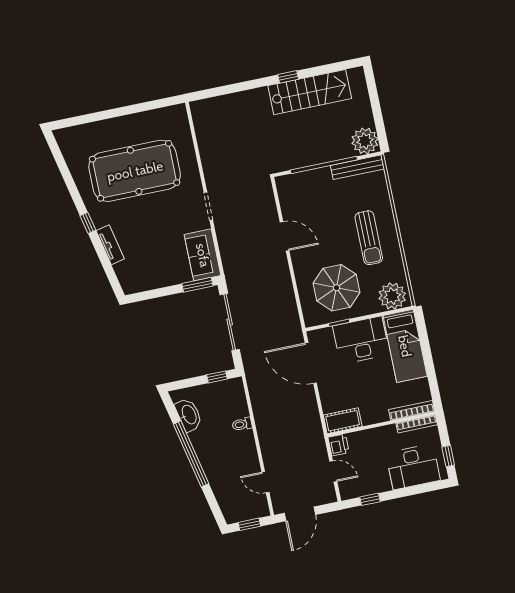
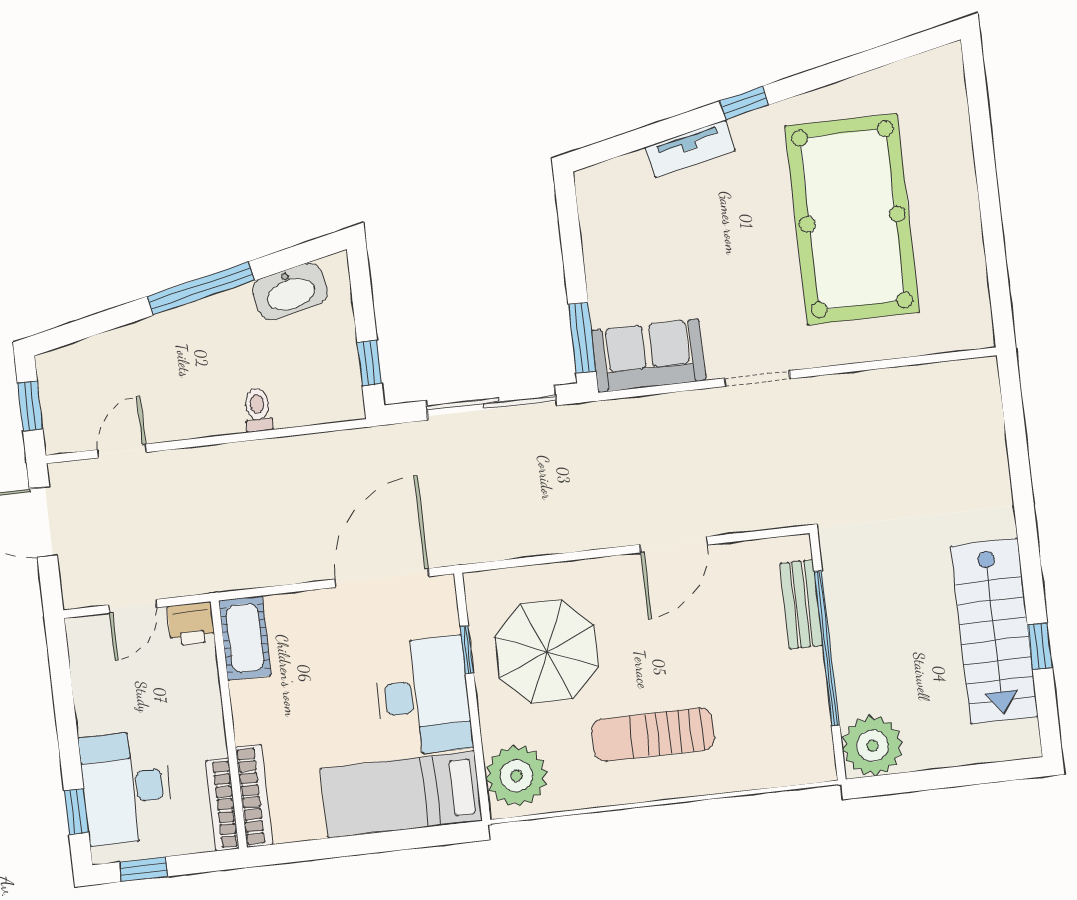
window: (288, 77) -> (1040, 646), moved
bench: (357, 167) -> (801, 604), moved, width x0.73
window: (191, 454) -> (201, 288), width x0.68
window: (370, 499) -> (76, 812), moved

